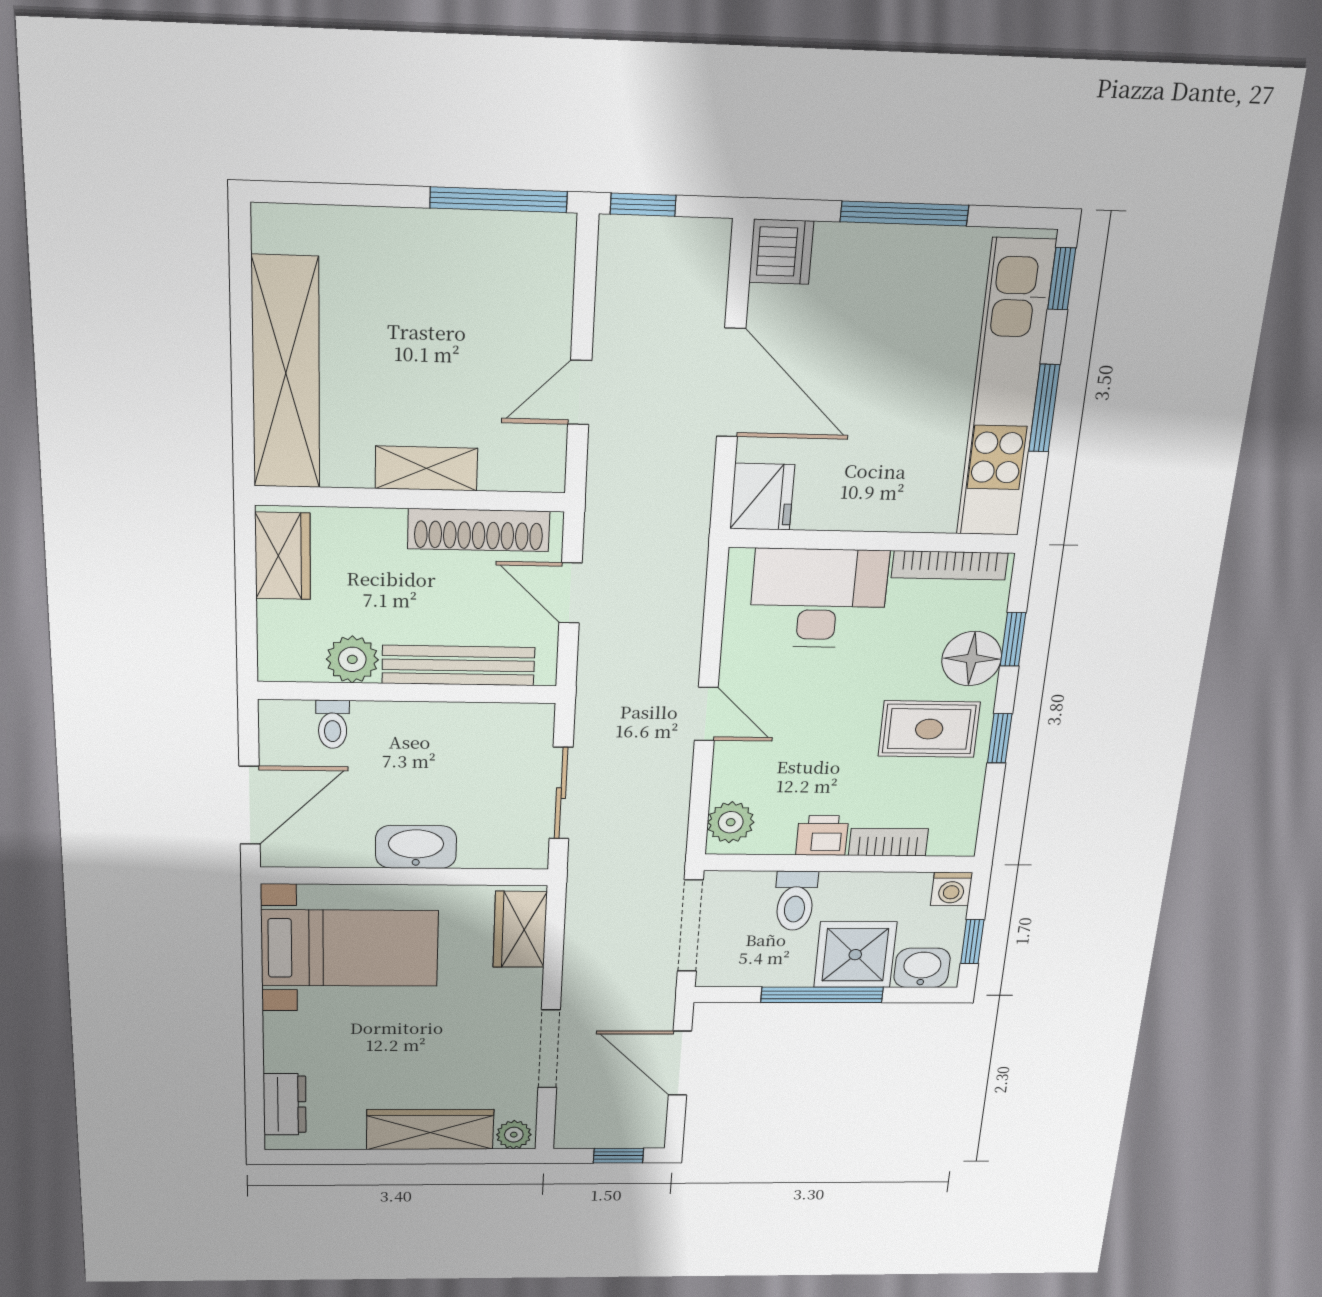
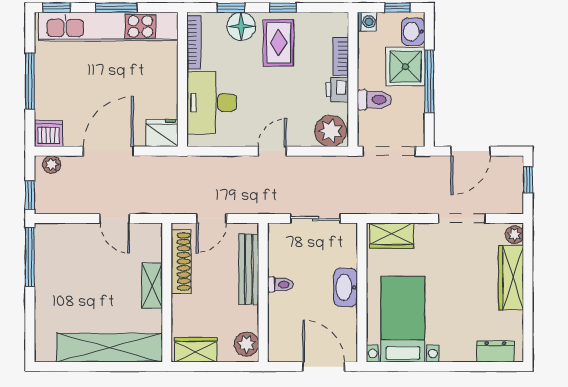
plant: (710, 257) -> (52, 165), added
plant: (352, 659) -> (247, 344), moved
toilet: (333, 724) -> (280, 284), moved
plant: (731, 822) -> (331, 131), width x1.36, depth x1.36

